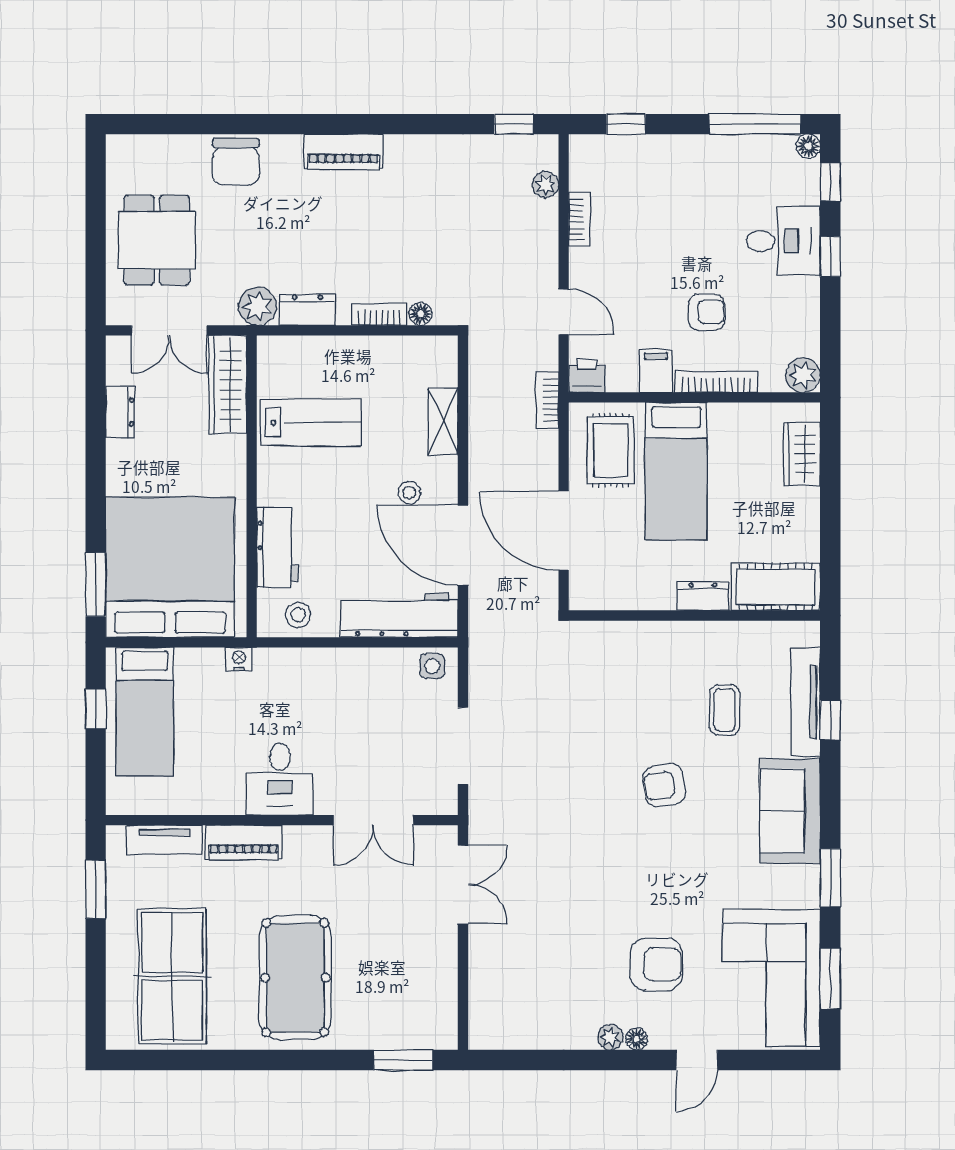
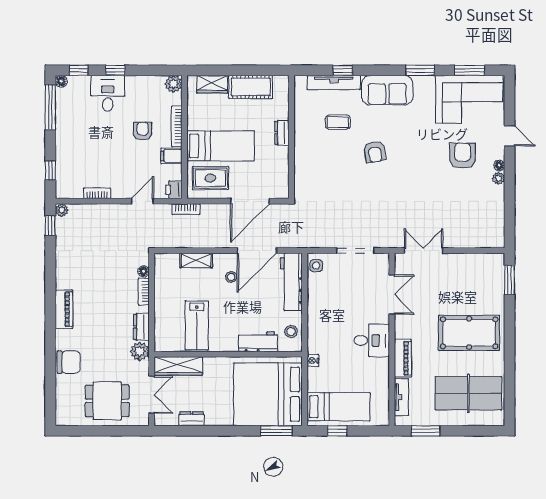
plant: (545, 185) -> (62, 210), moved
lab bench: (311, 423) -> (197, 325), turned 180
cot: (776, 587) -> (251, 87), moved, turned 90

